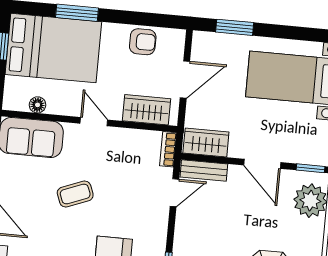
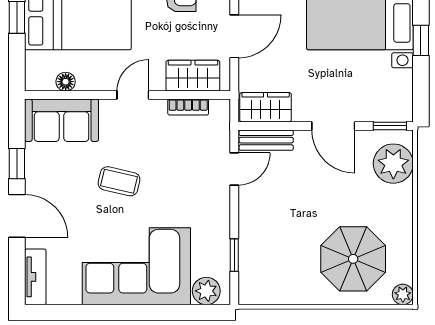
door: (94, 122) -> (133, 95), hinge flipped
bookcase: (168, 149) -> (188, 107), moved, turned -90
coffee table: (75, 194) -> (119, 181), turned 34

